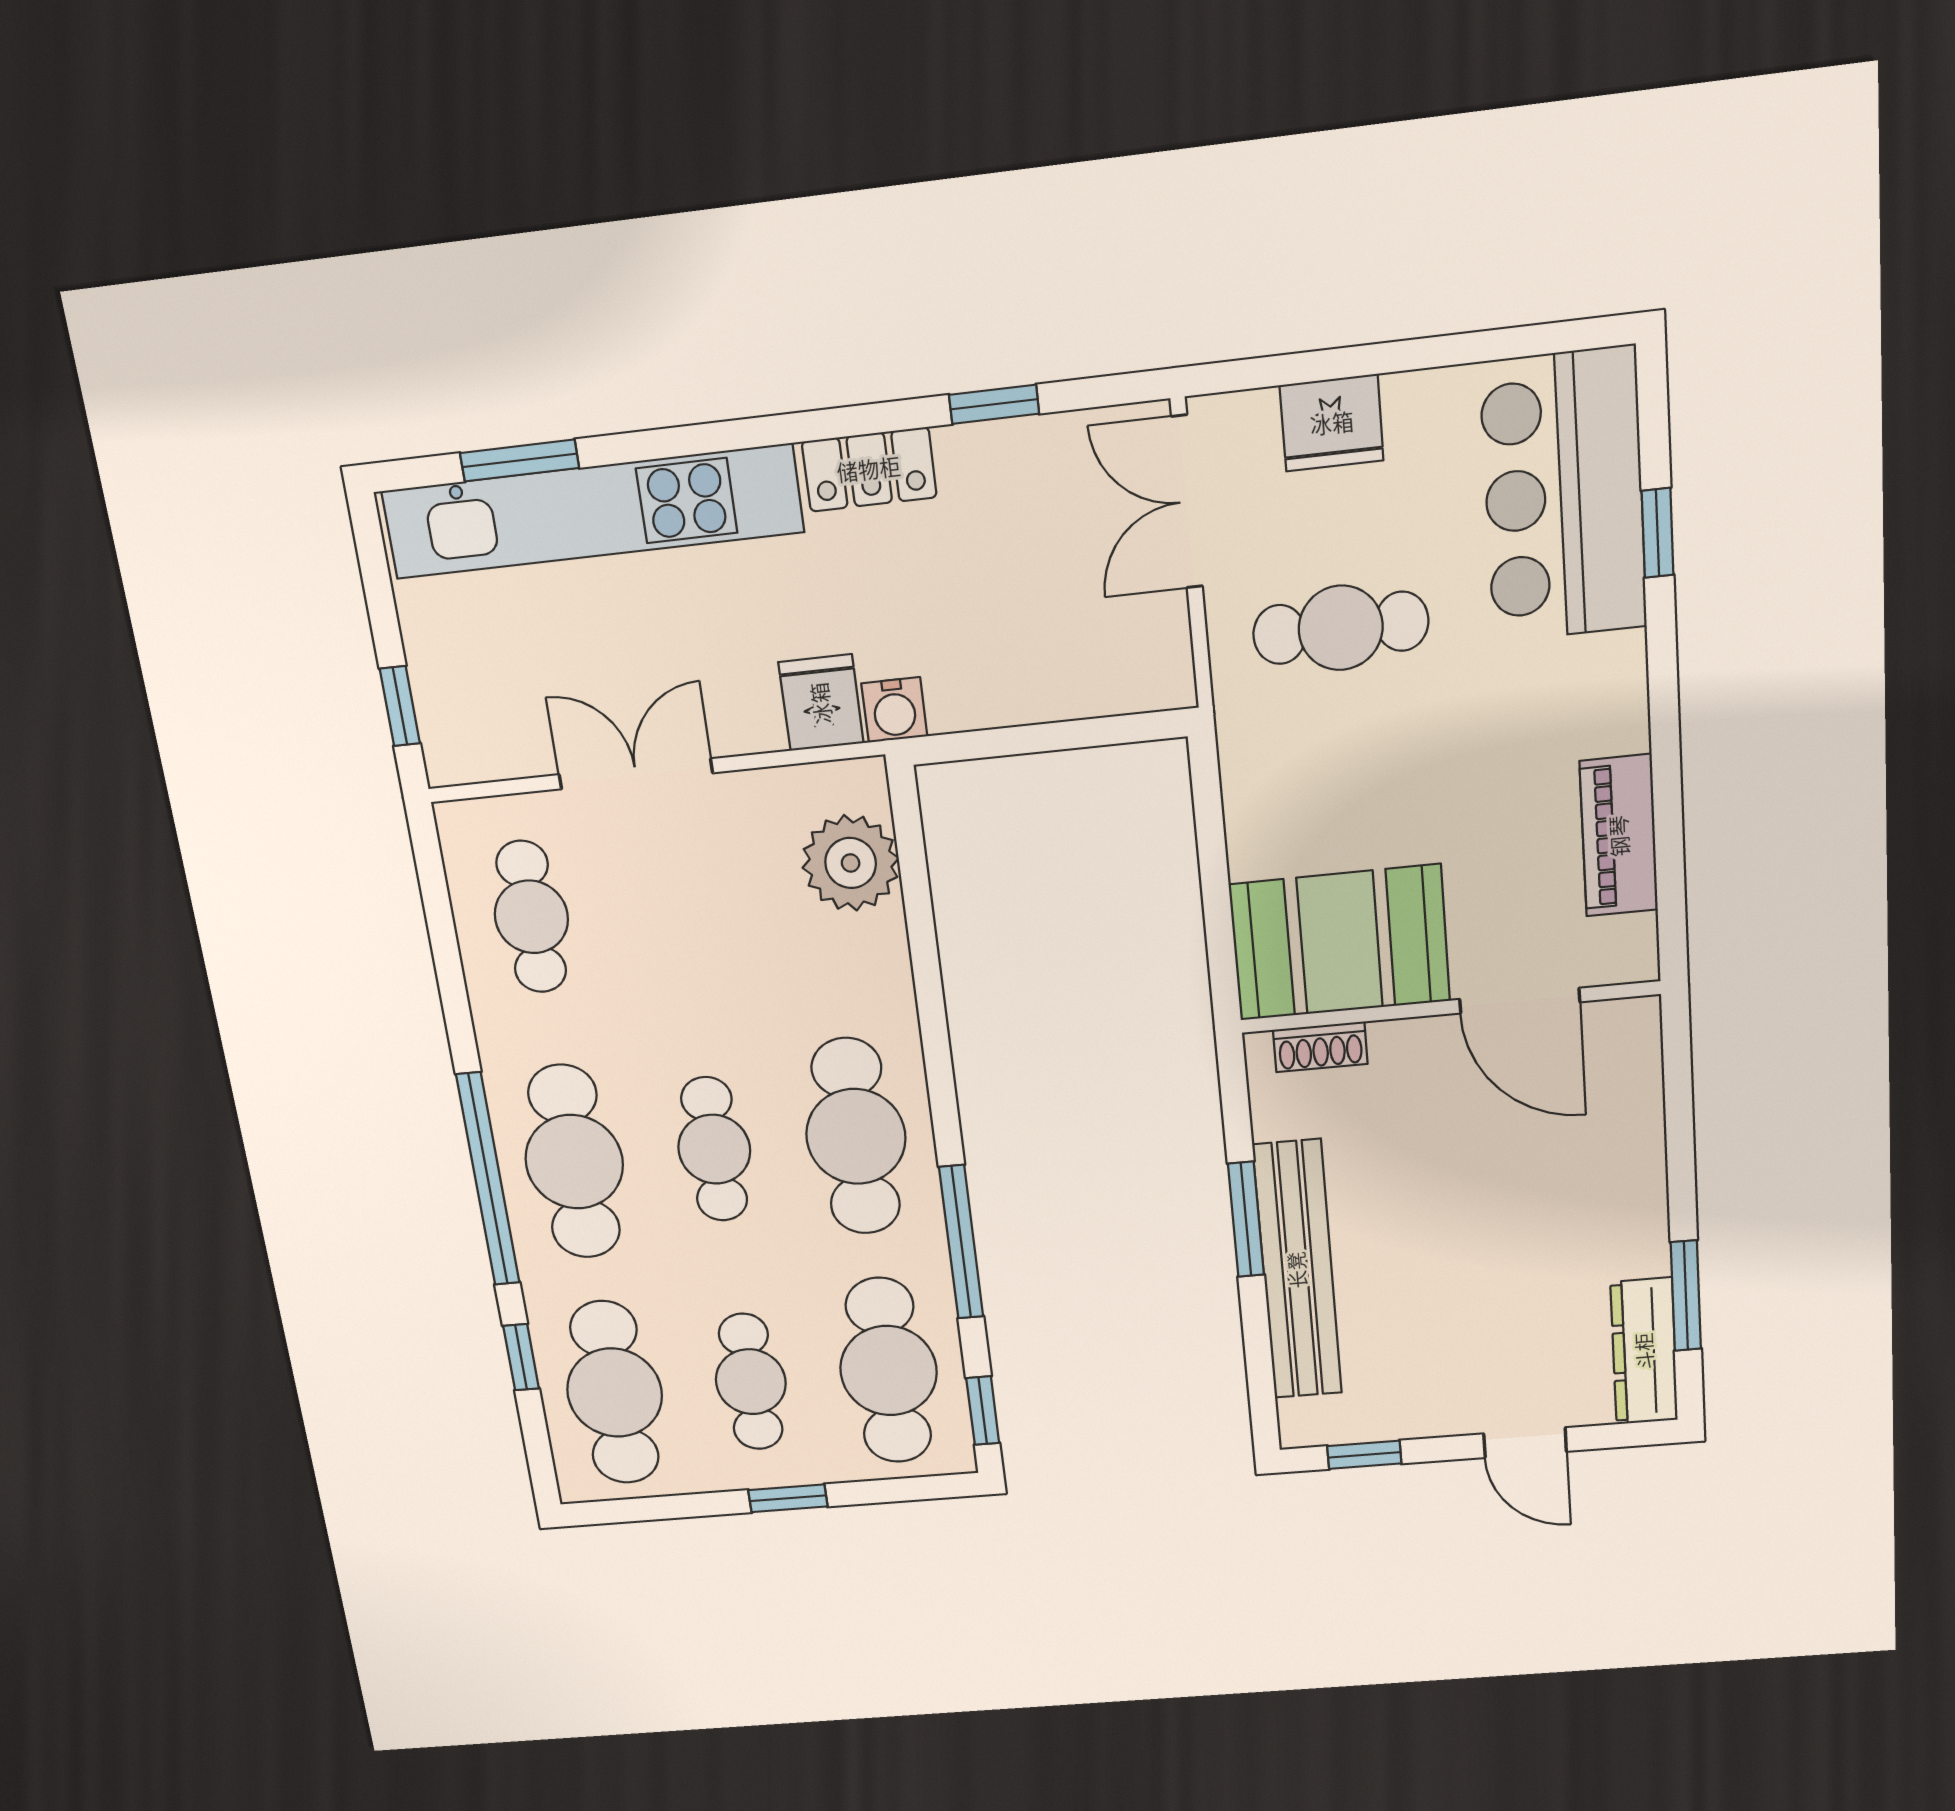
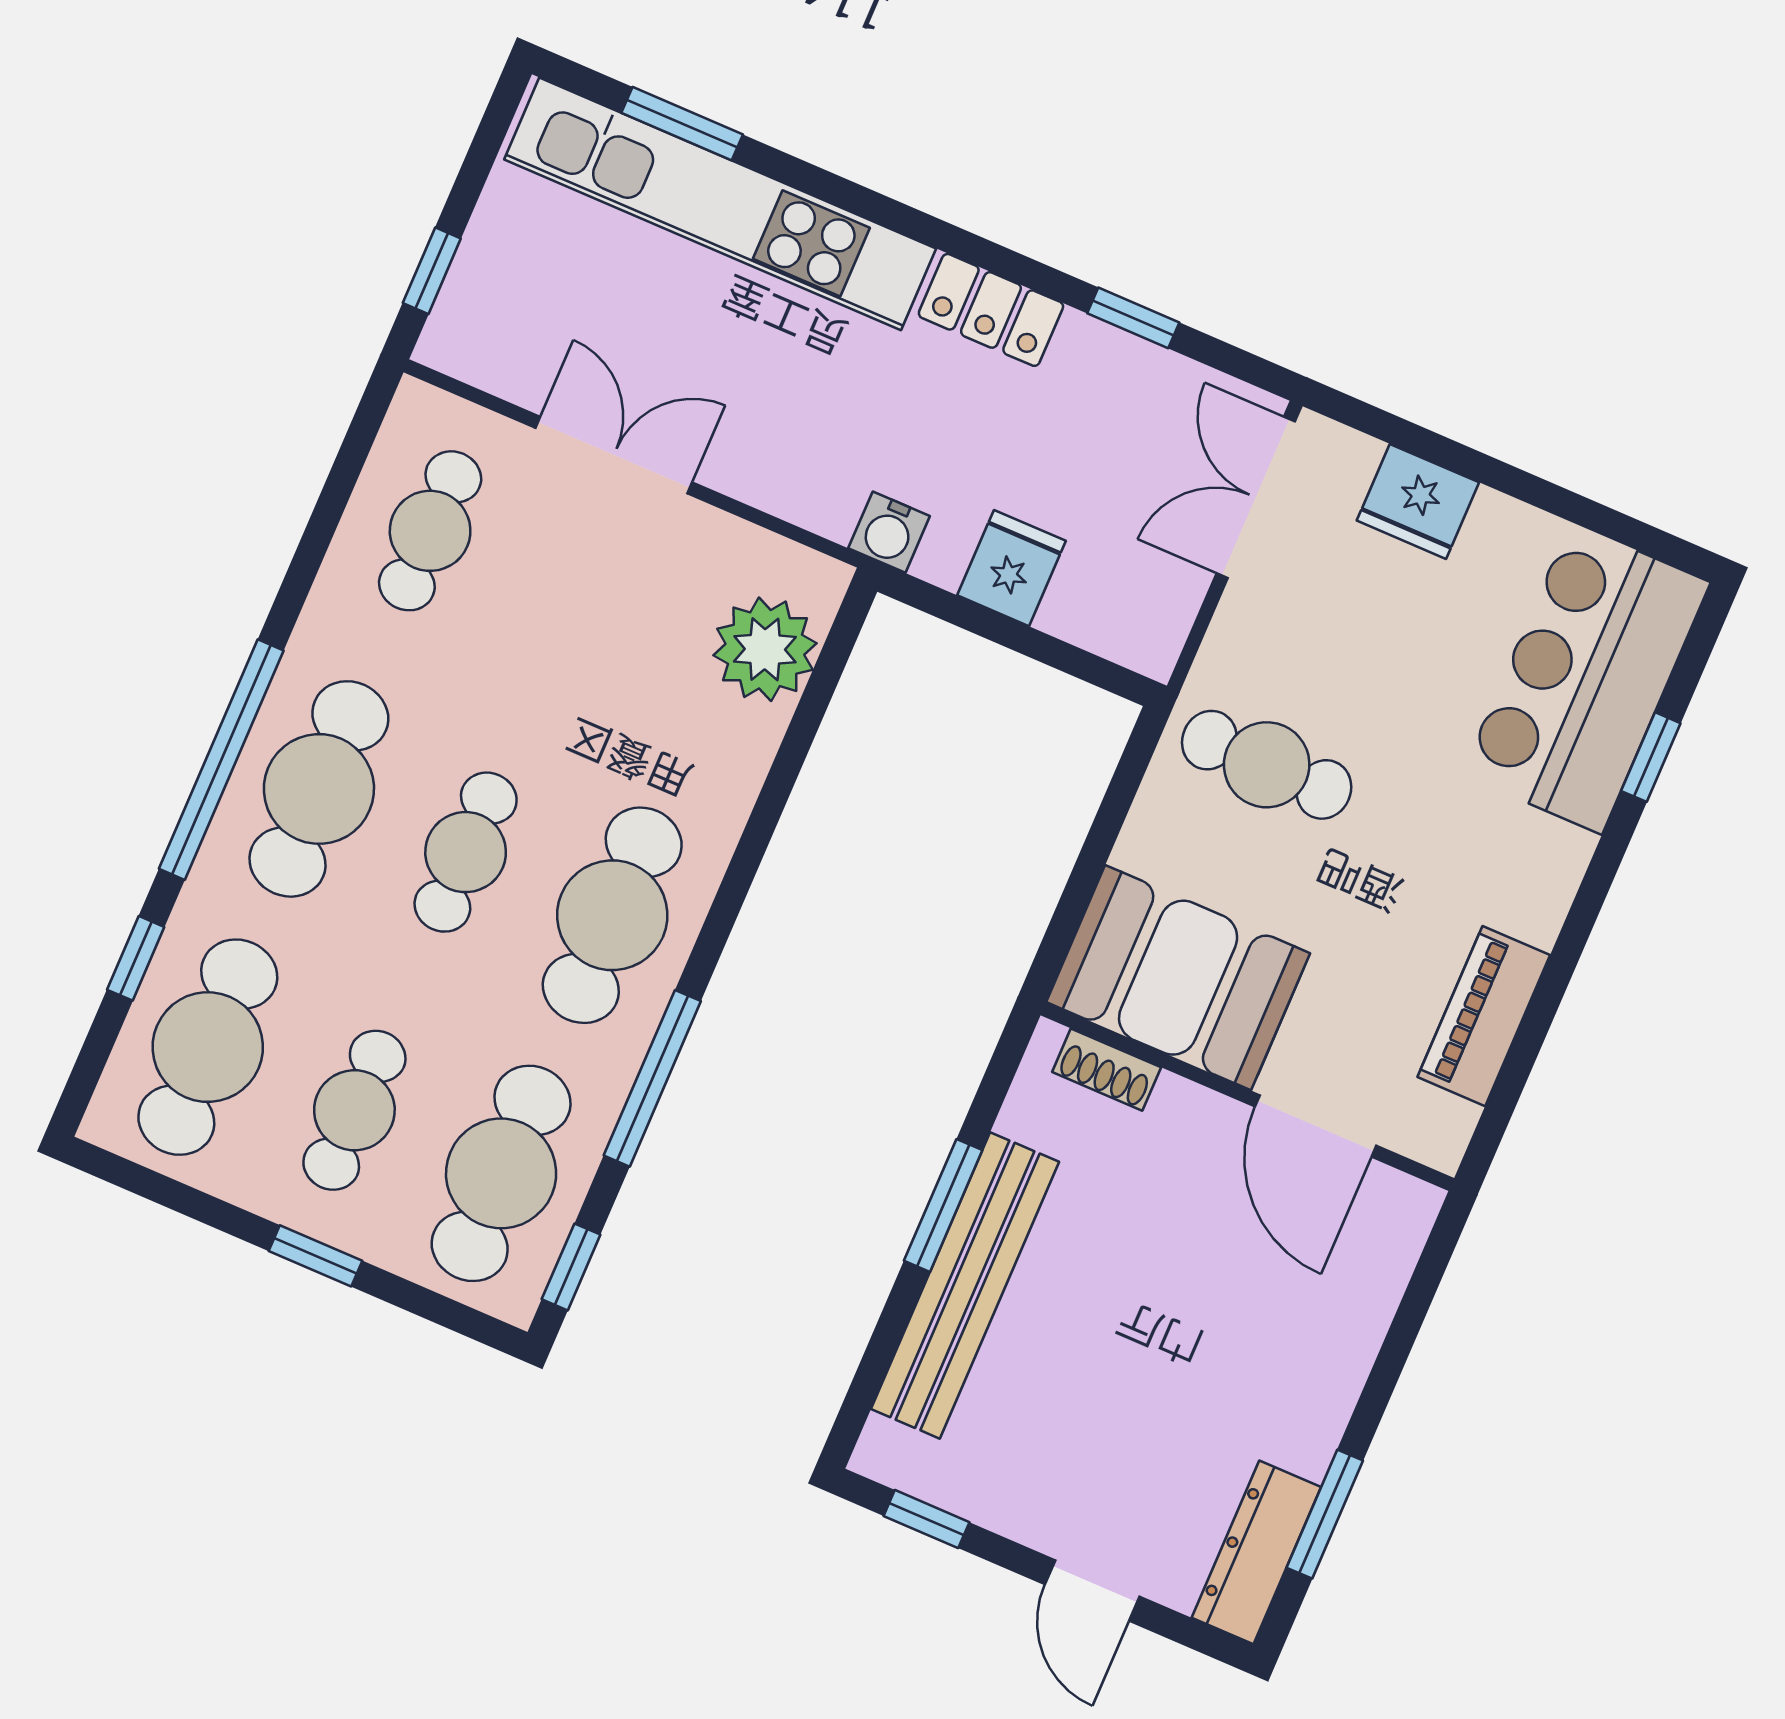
cafe table: (1341, 628) -> (1267, 765), moved
fridge: (821, 703) -> (1012, 568), moved

